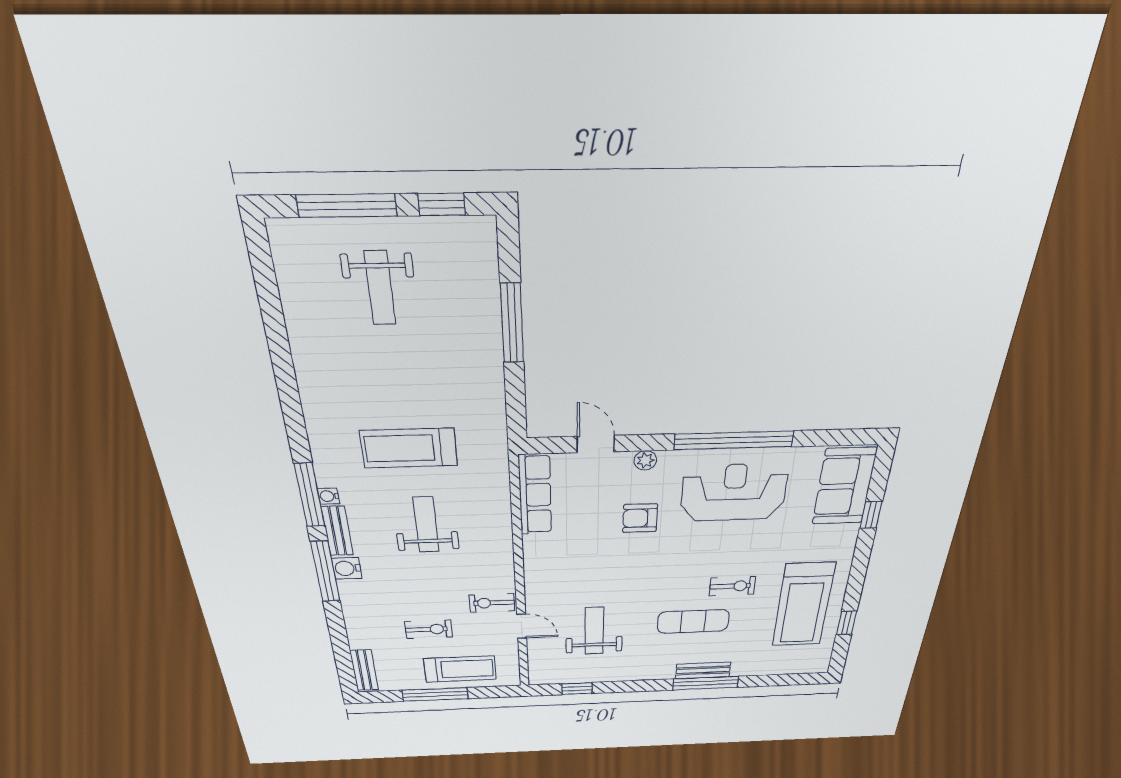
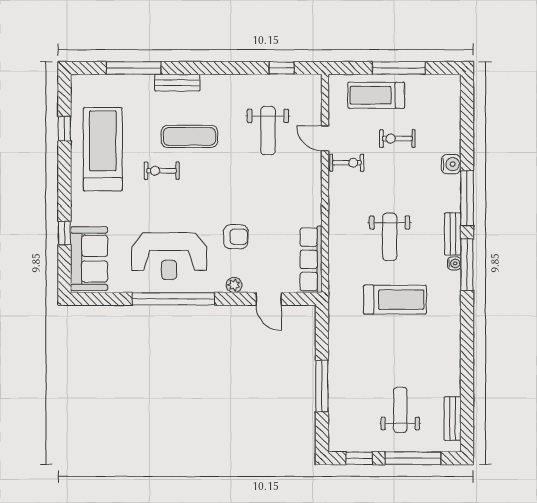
water cooler: (347, 568) -> (451, 164), moved
bench: (364, 670) -> (452, 419), moved
window: (706, 683) -> (134, 68), moved

